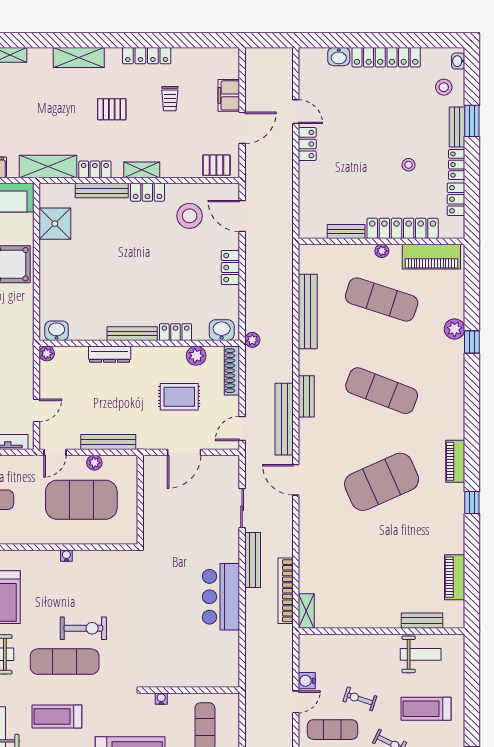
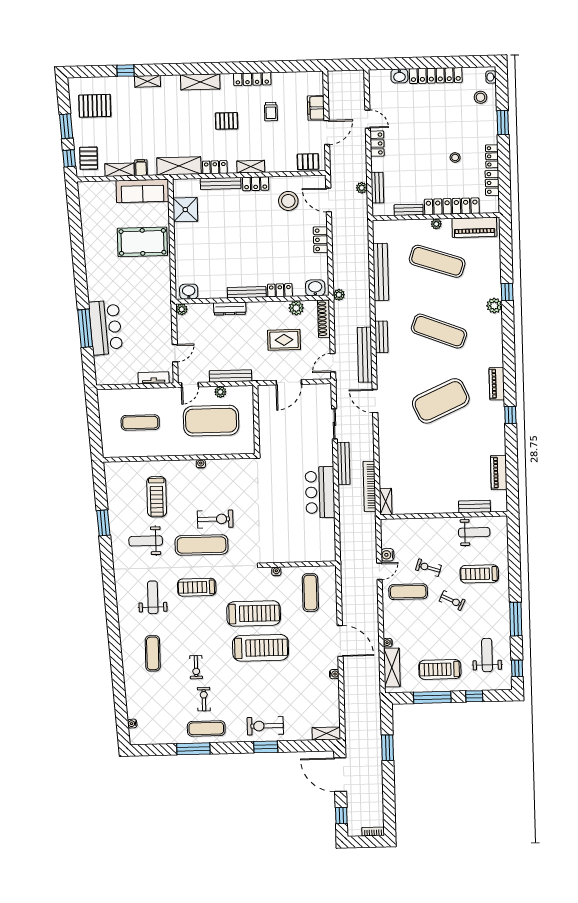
bench: (457, 127) -> (377, 188), moved
plant: (286, 201) -> (362, 188), added
plant: (455, 329) -> (494, 306), moved

